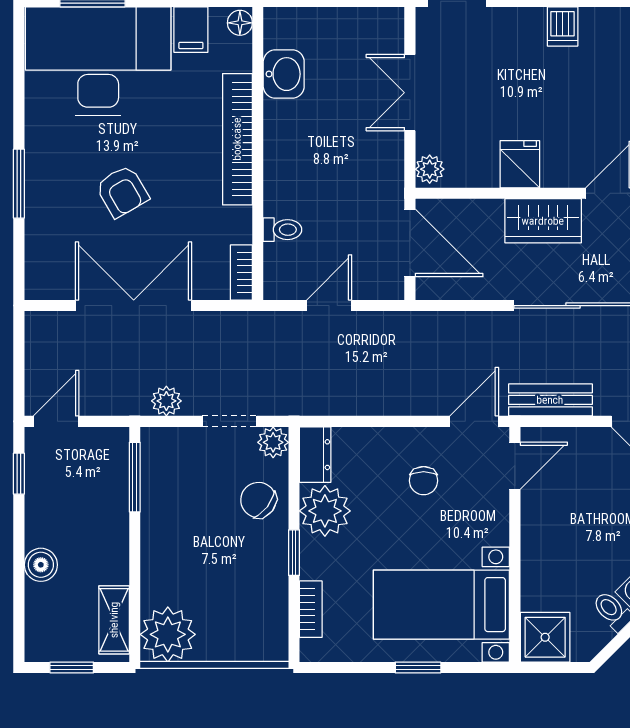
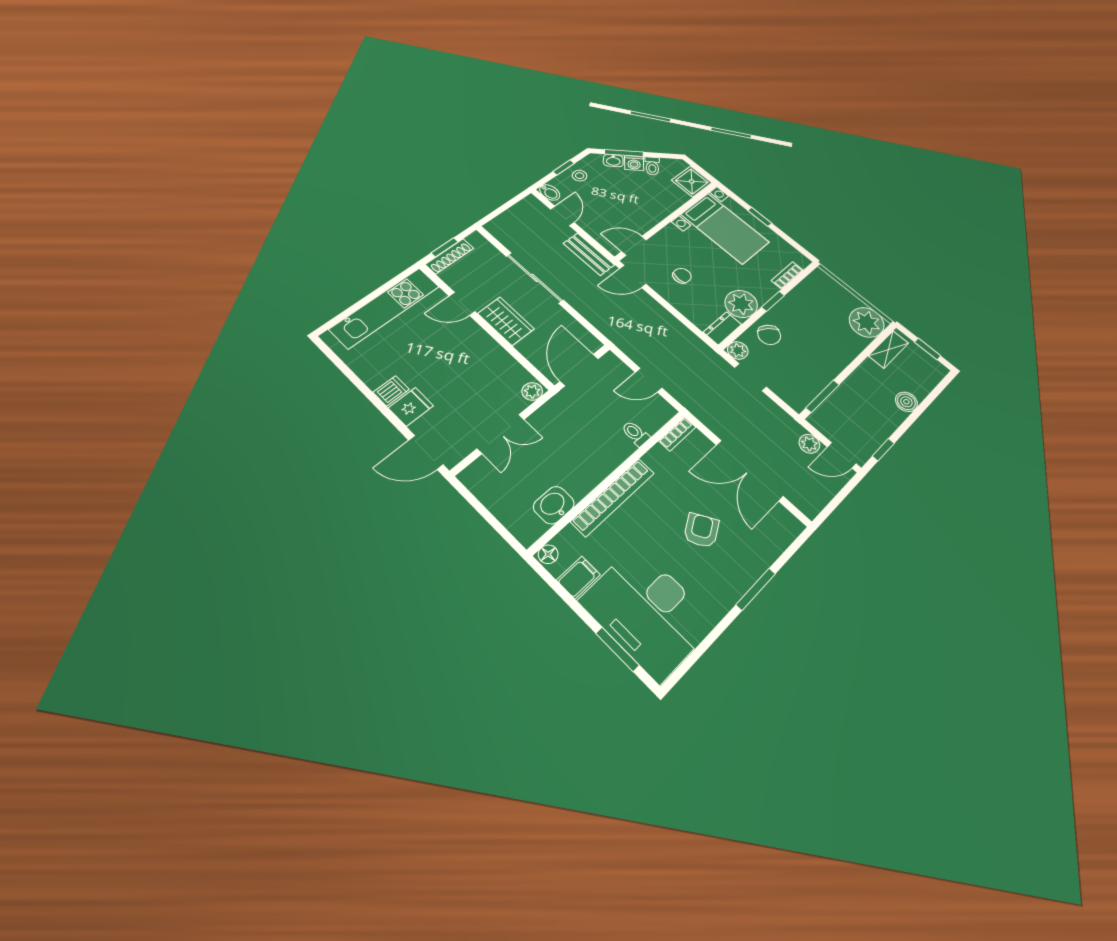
fridge: (520, 164) -> (411, 407), moved, turned 180
plant: (166, 401) -> (809, 444), moved

